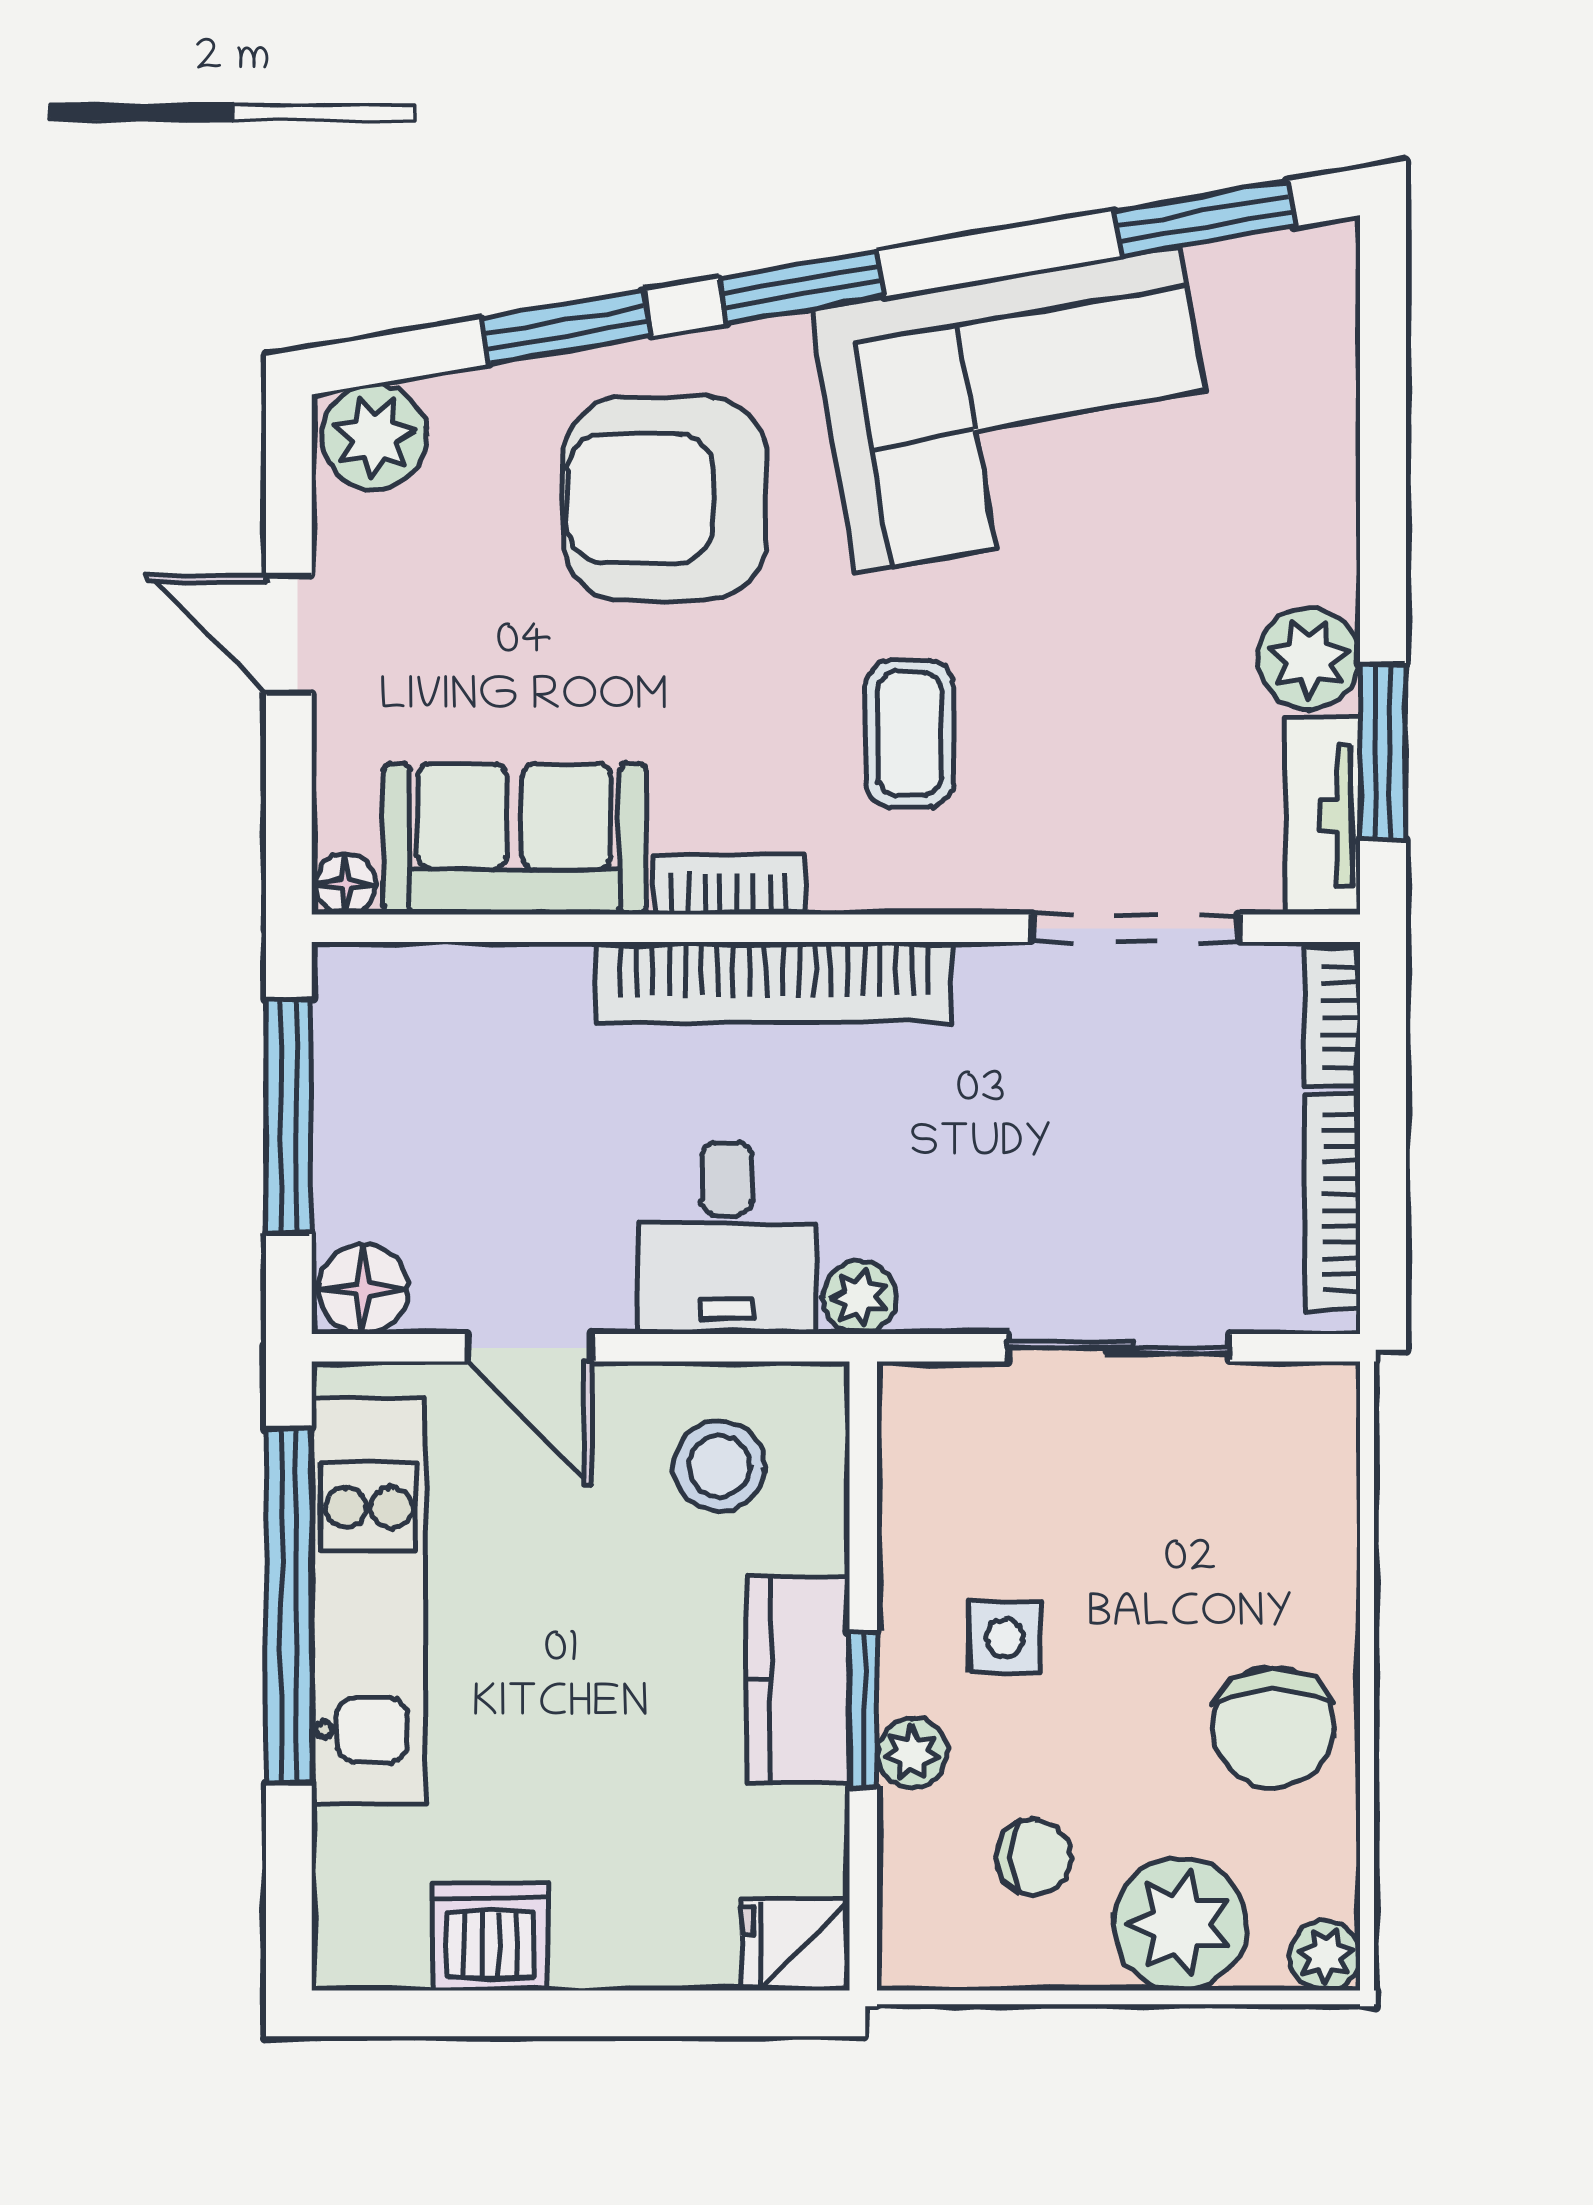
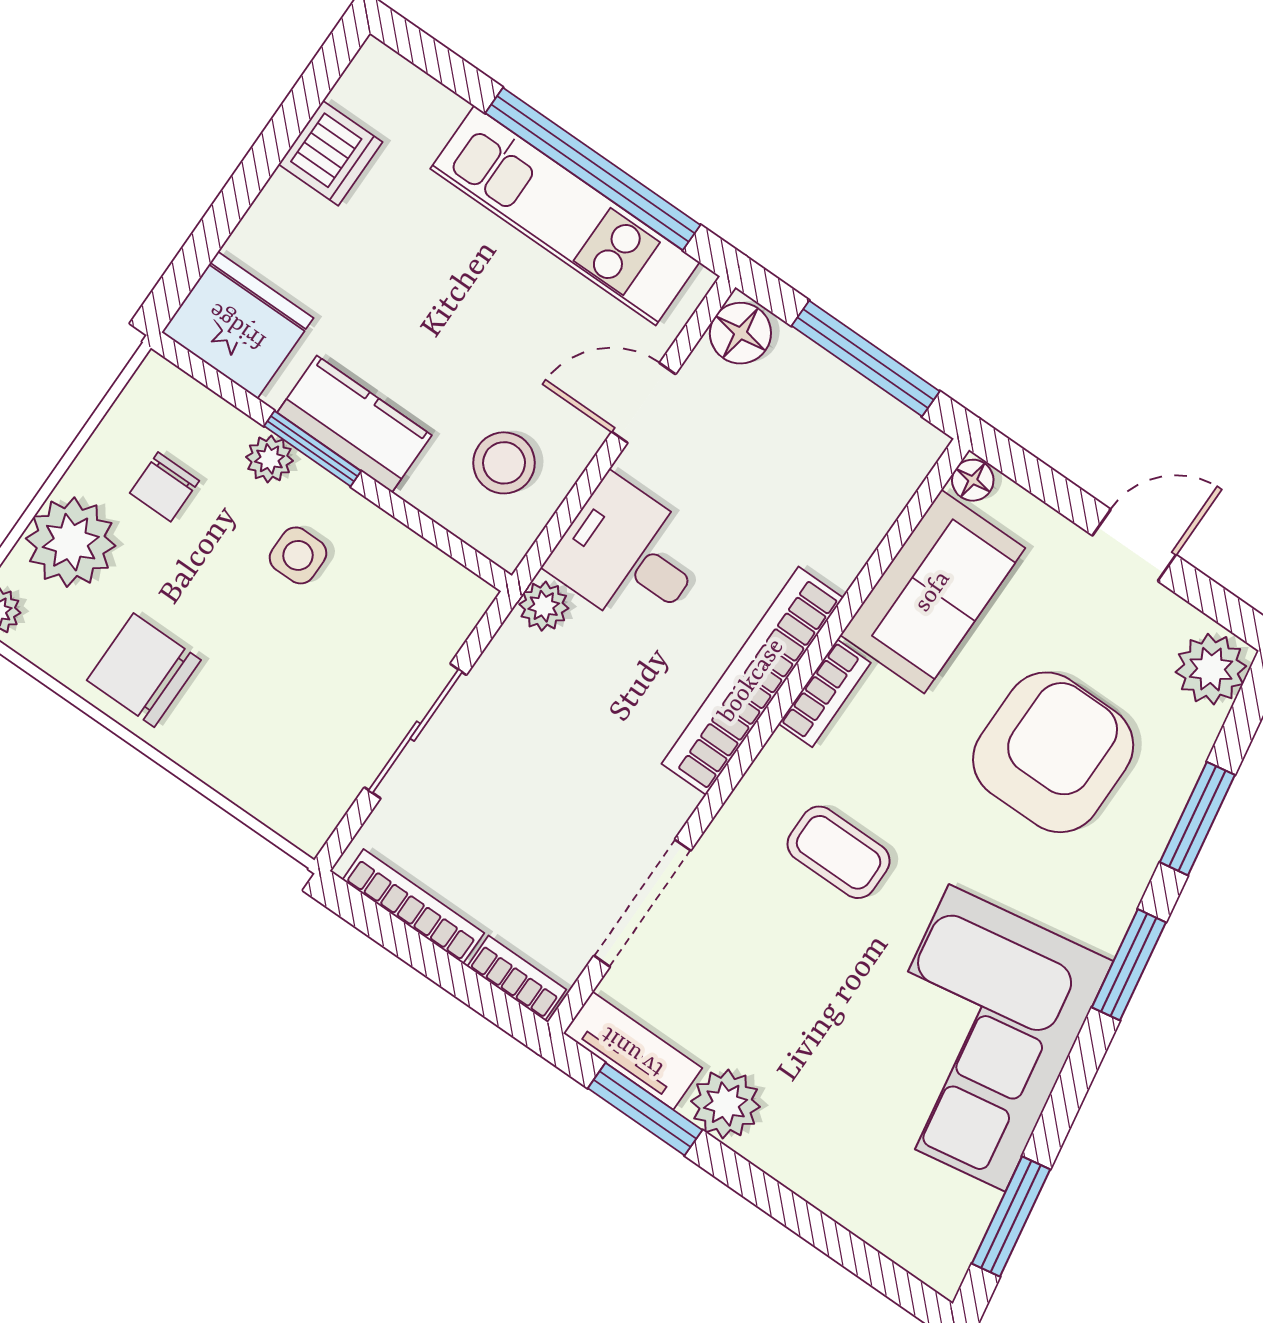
armchair: (665, 498) -> (1053, 752), moved
fridge: (795, 1945) -> (238, 325), width x1.88, depth x1.34

